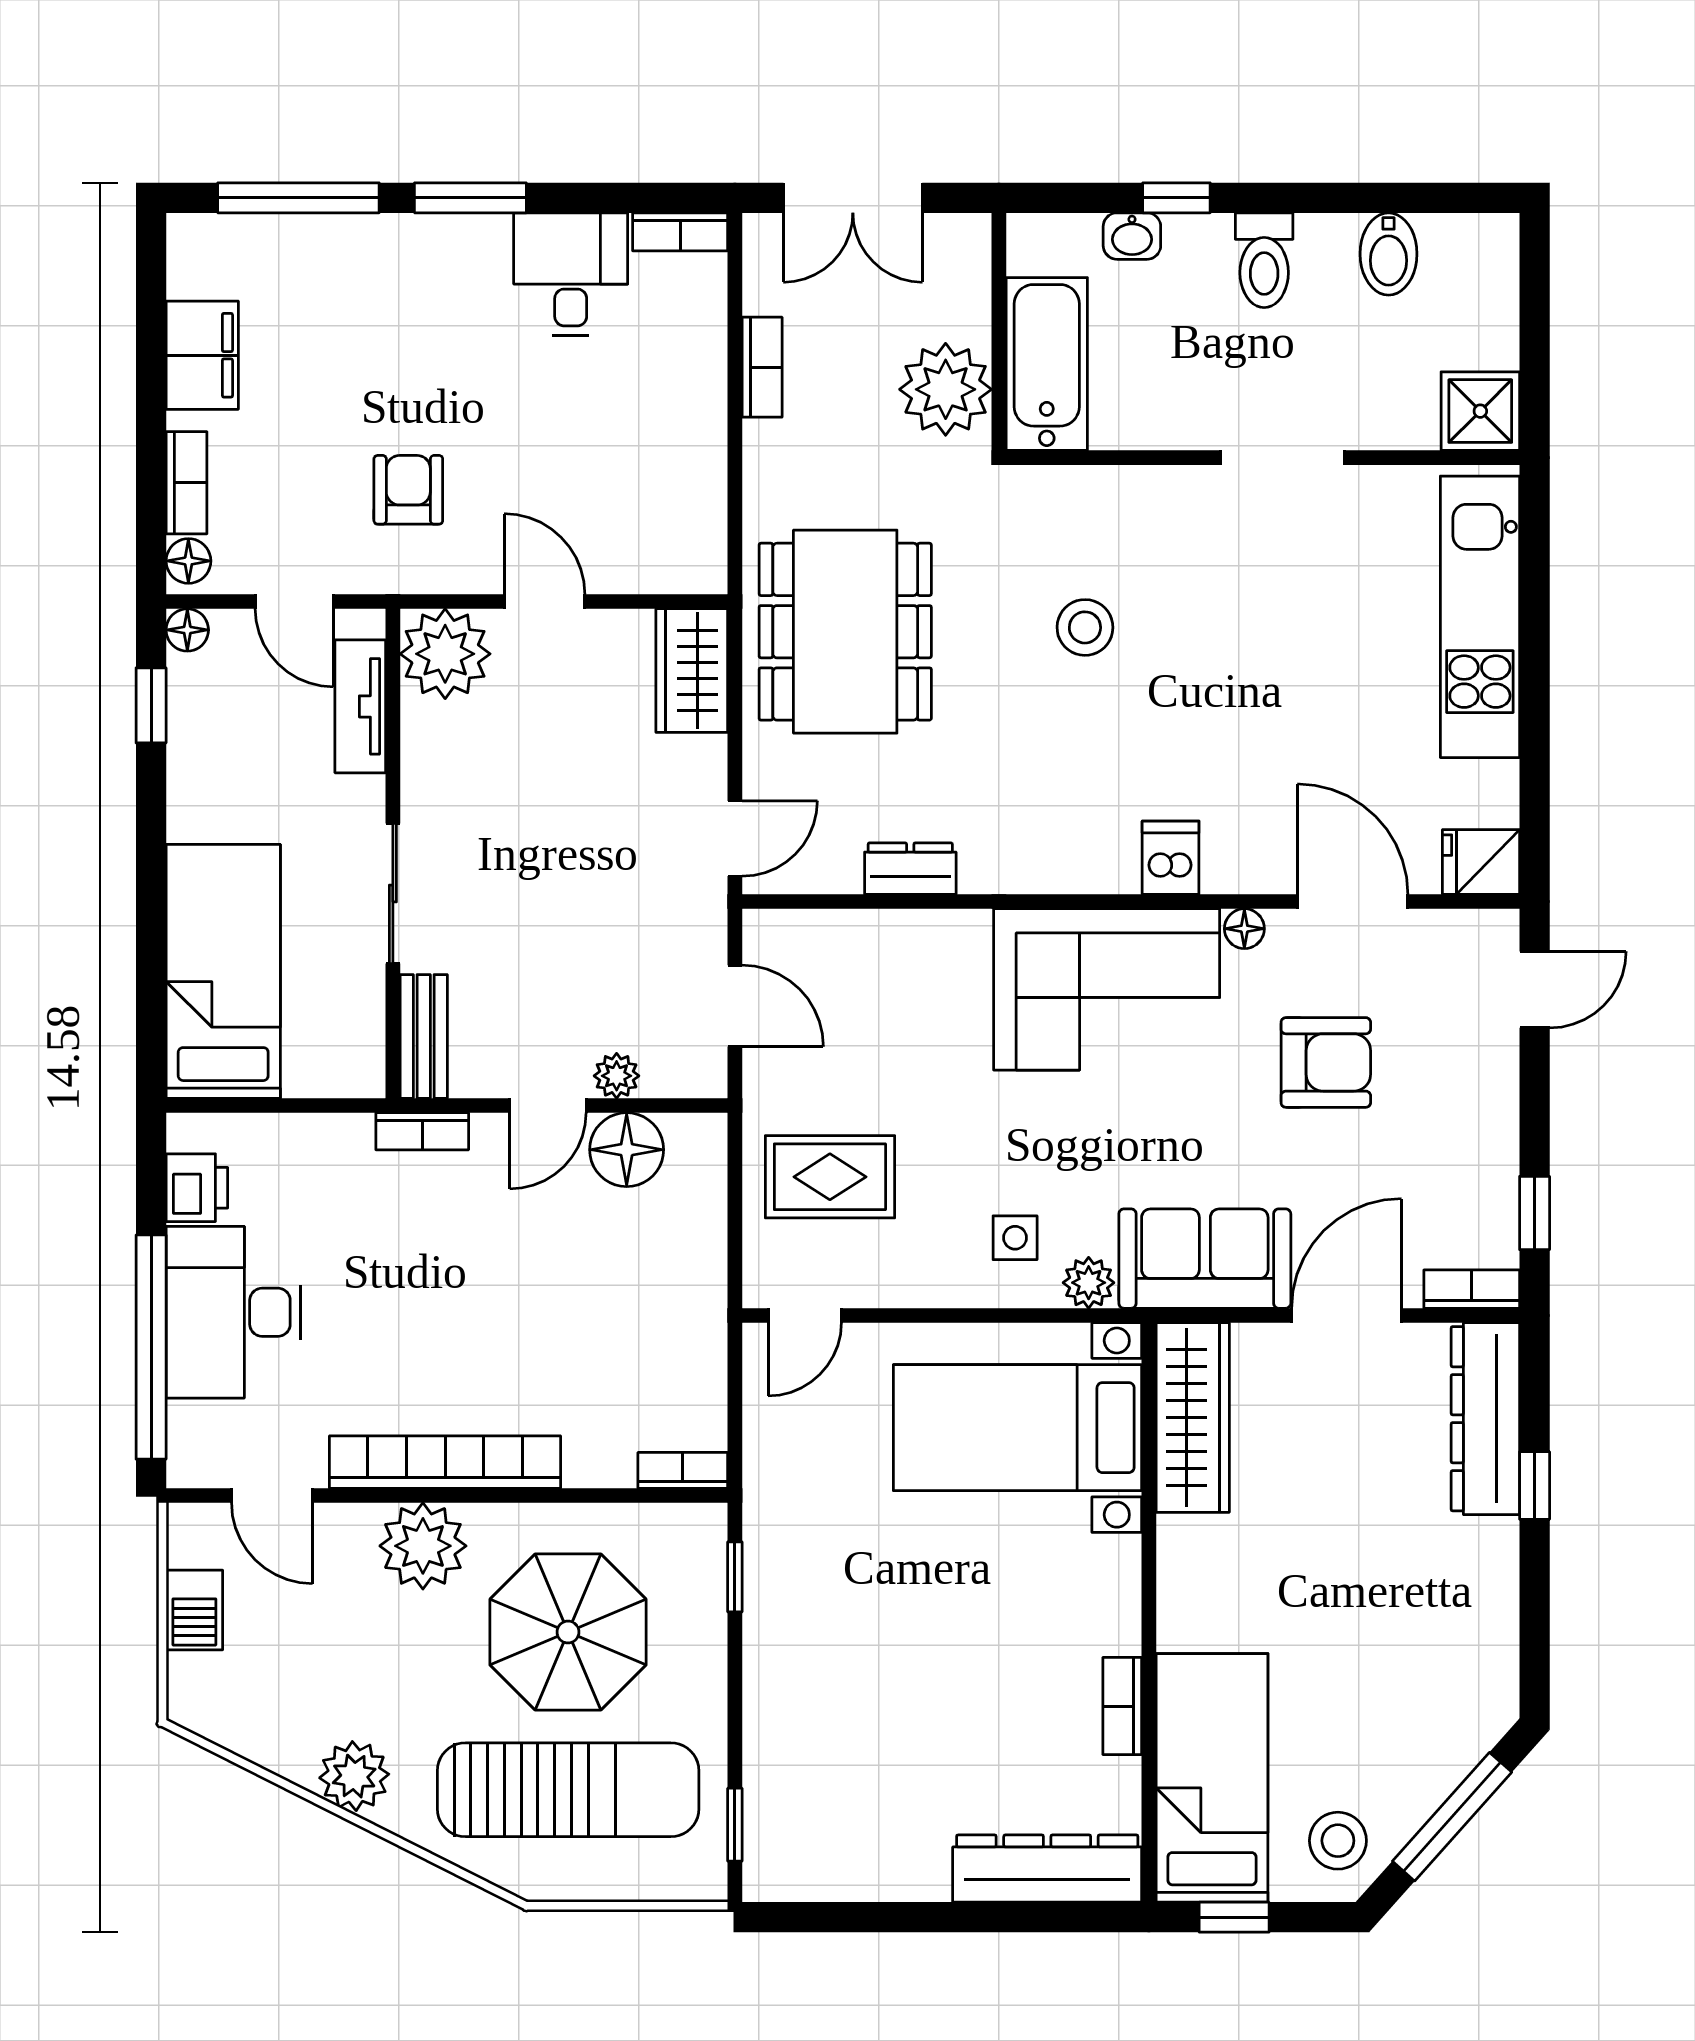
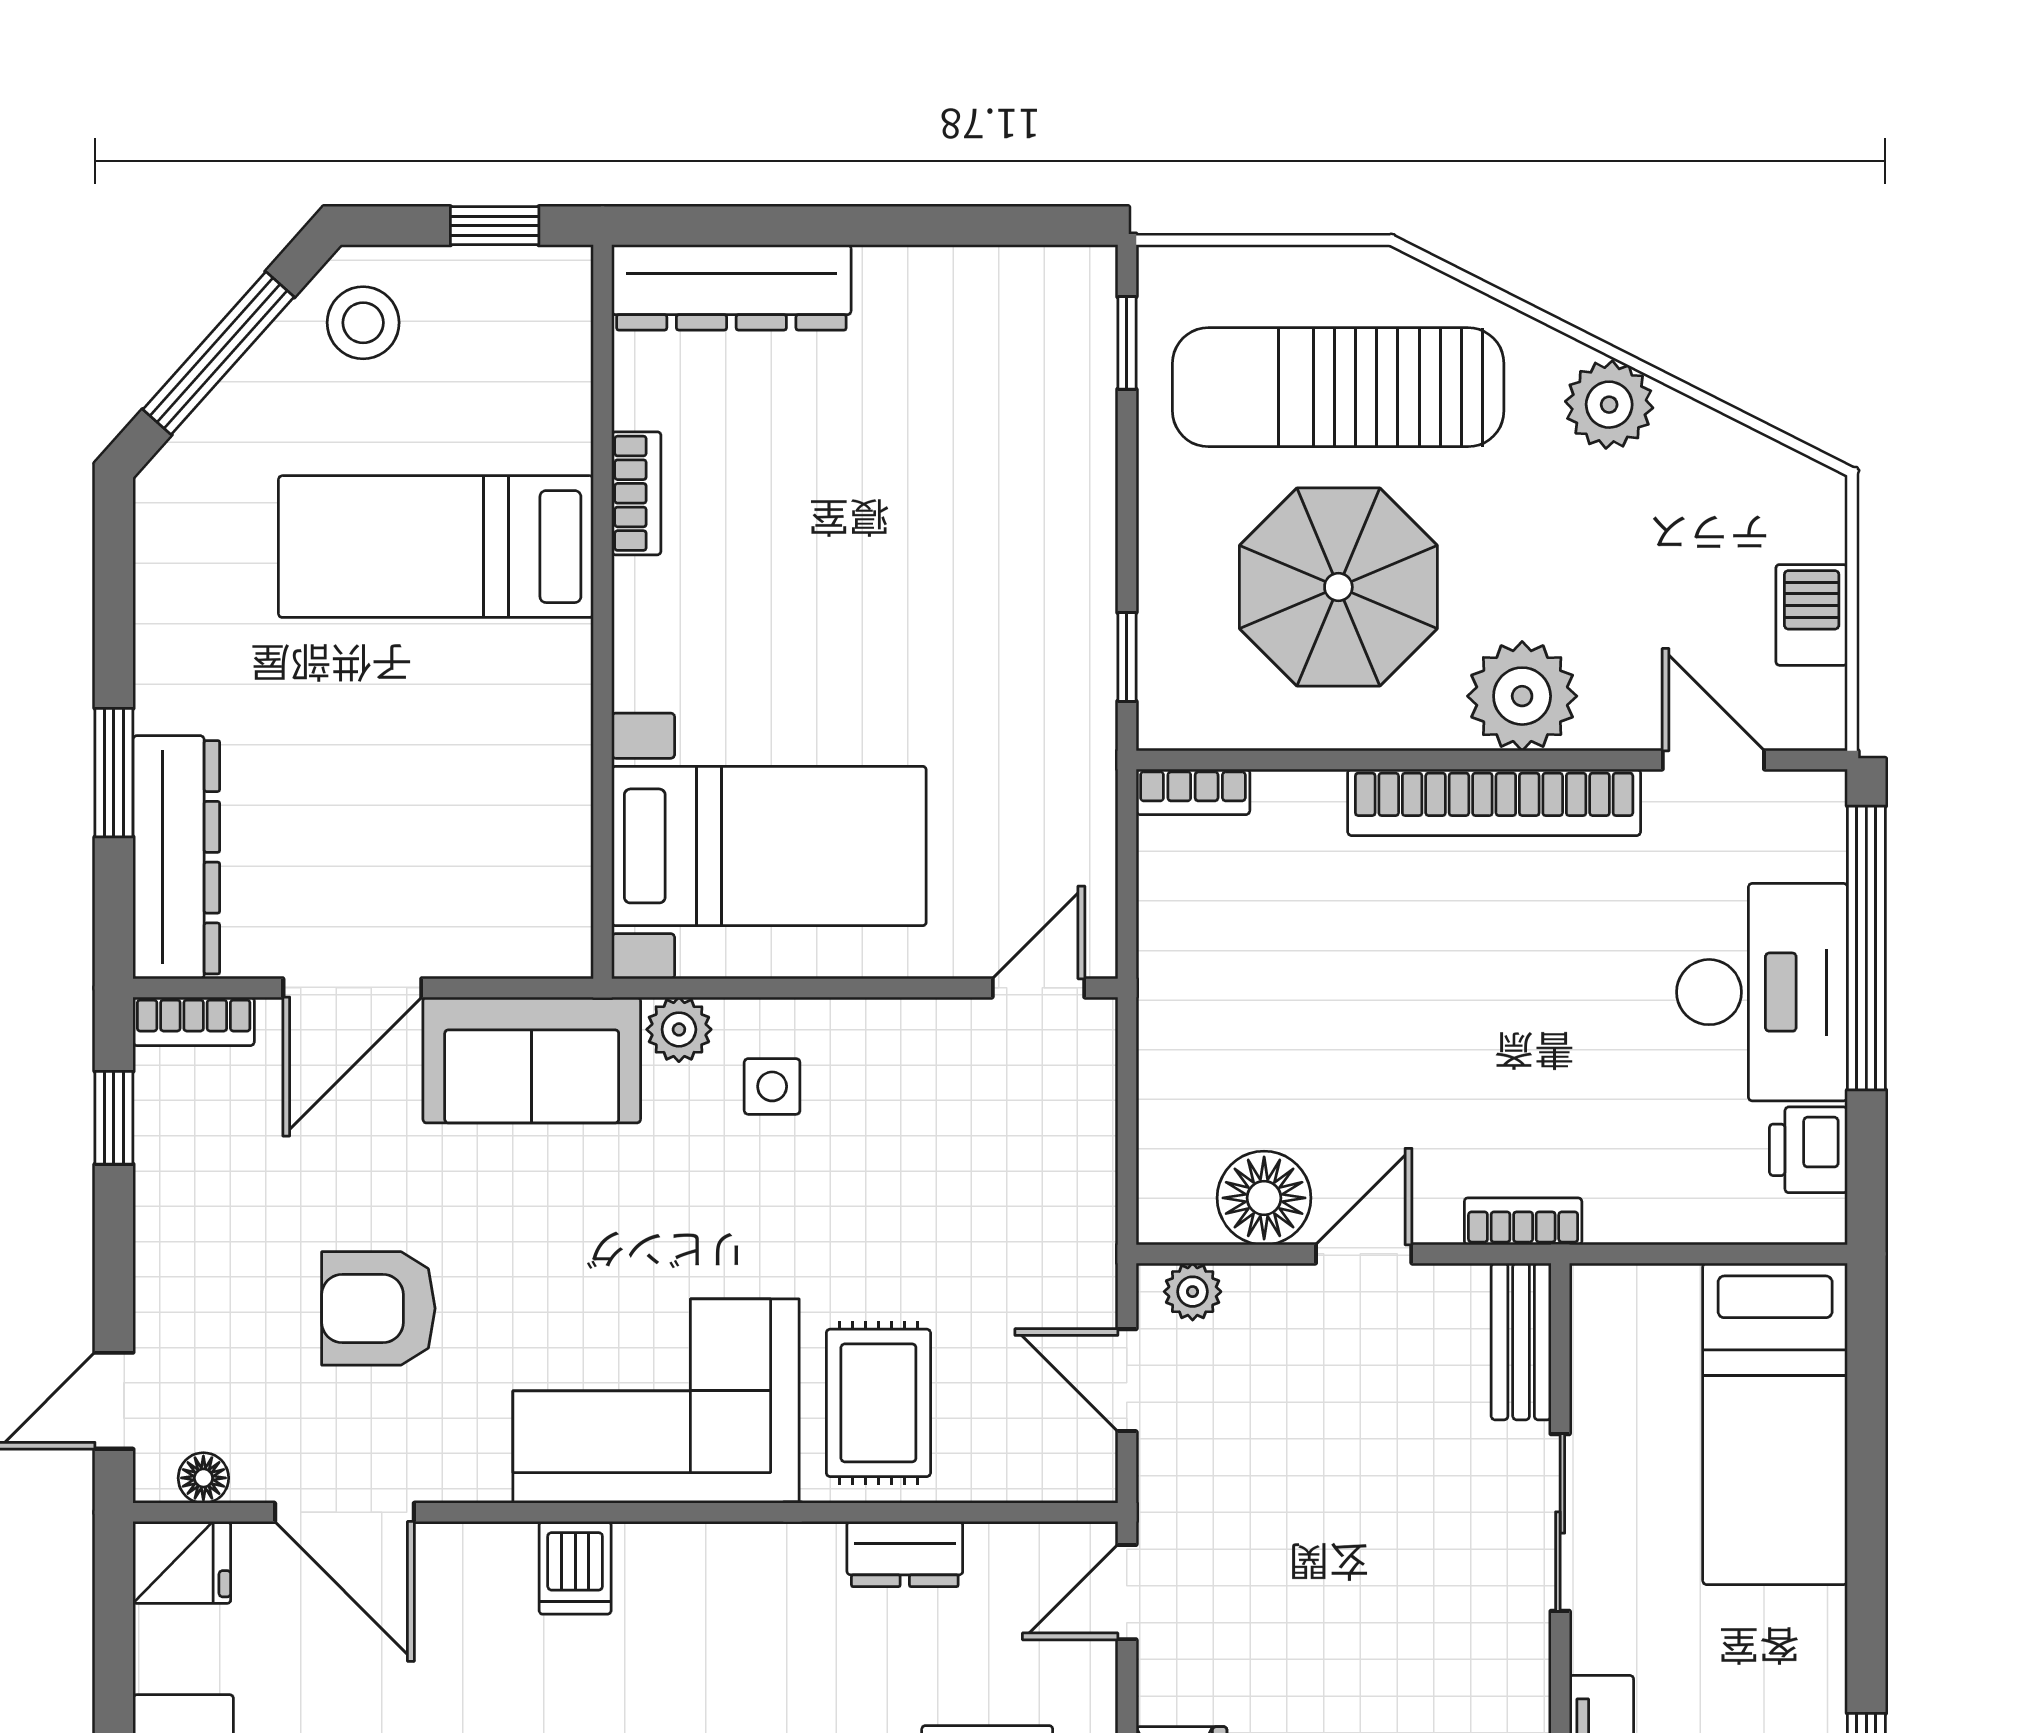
floor lamp: (1244, 929) -> (203, 1478), moved
plant: (617, 1076) -> (1193, 1292), moved
rug: (830, 1177) -> (878, 1403), moved, turned 90
wardrobe: (1193, 1417) -> (547, 859), removed
window: (1535, 1485) -> (114, 773), width x1.50
bed: (1212, 1778) -> (436, 547), moved, turned 90

